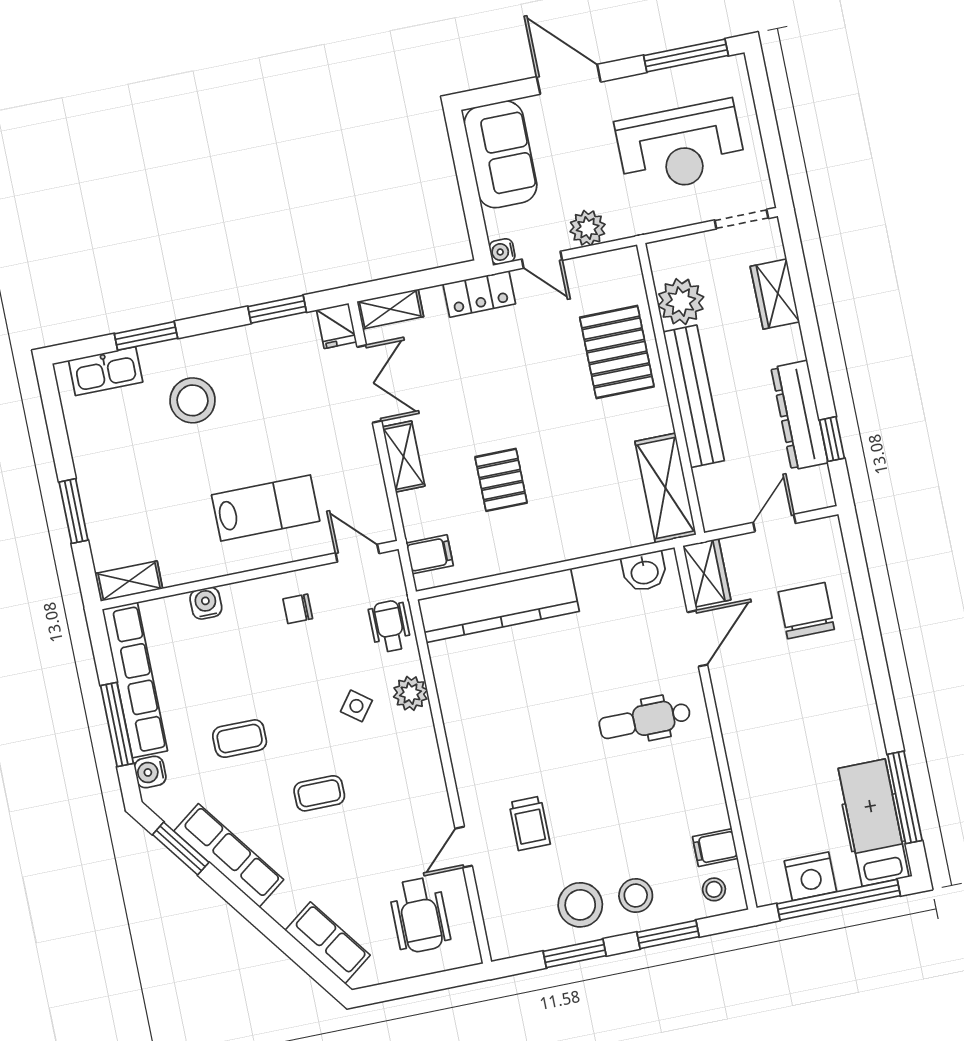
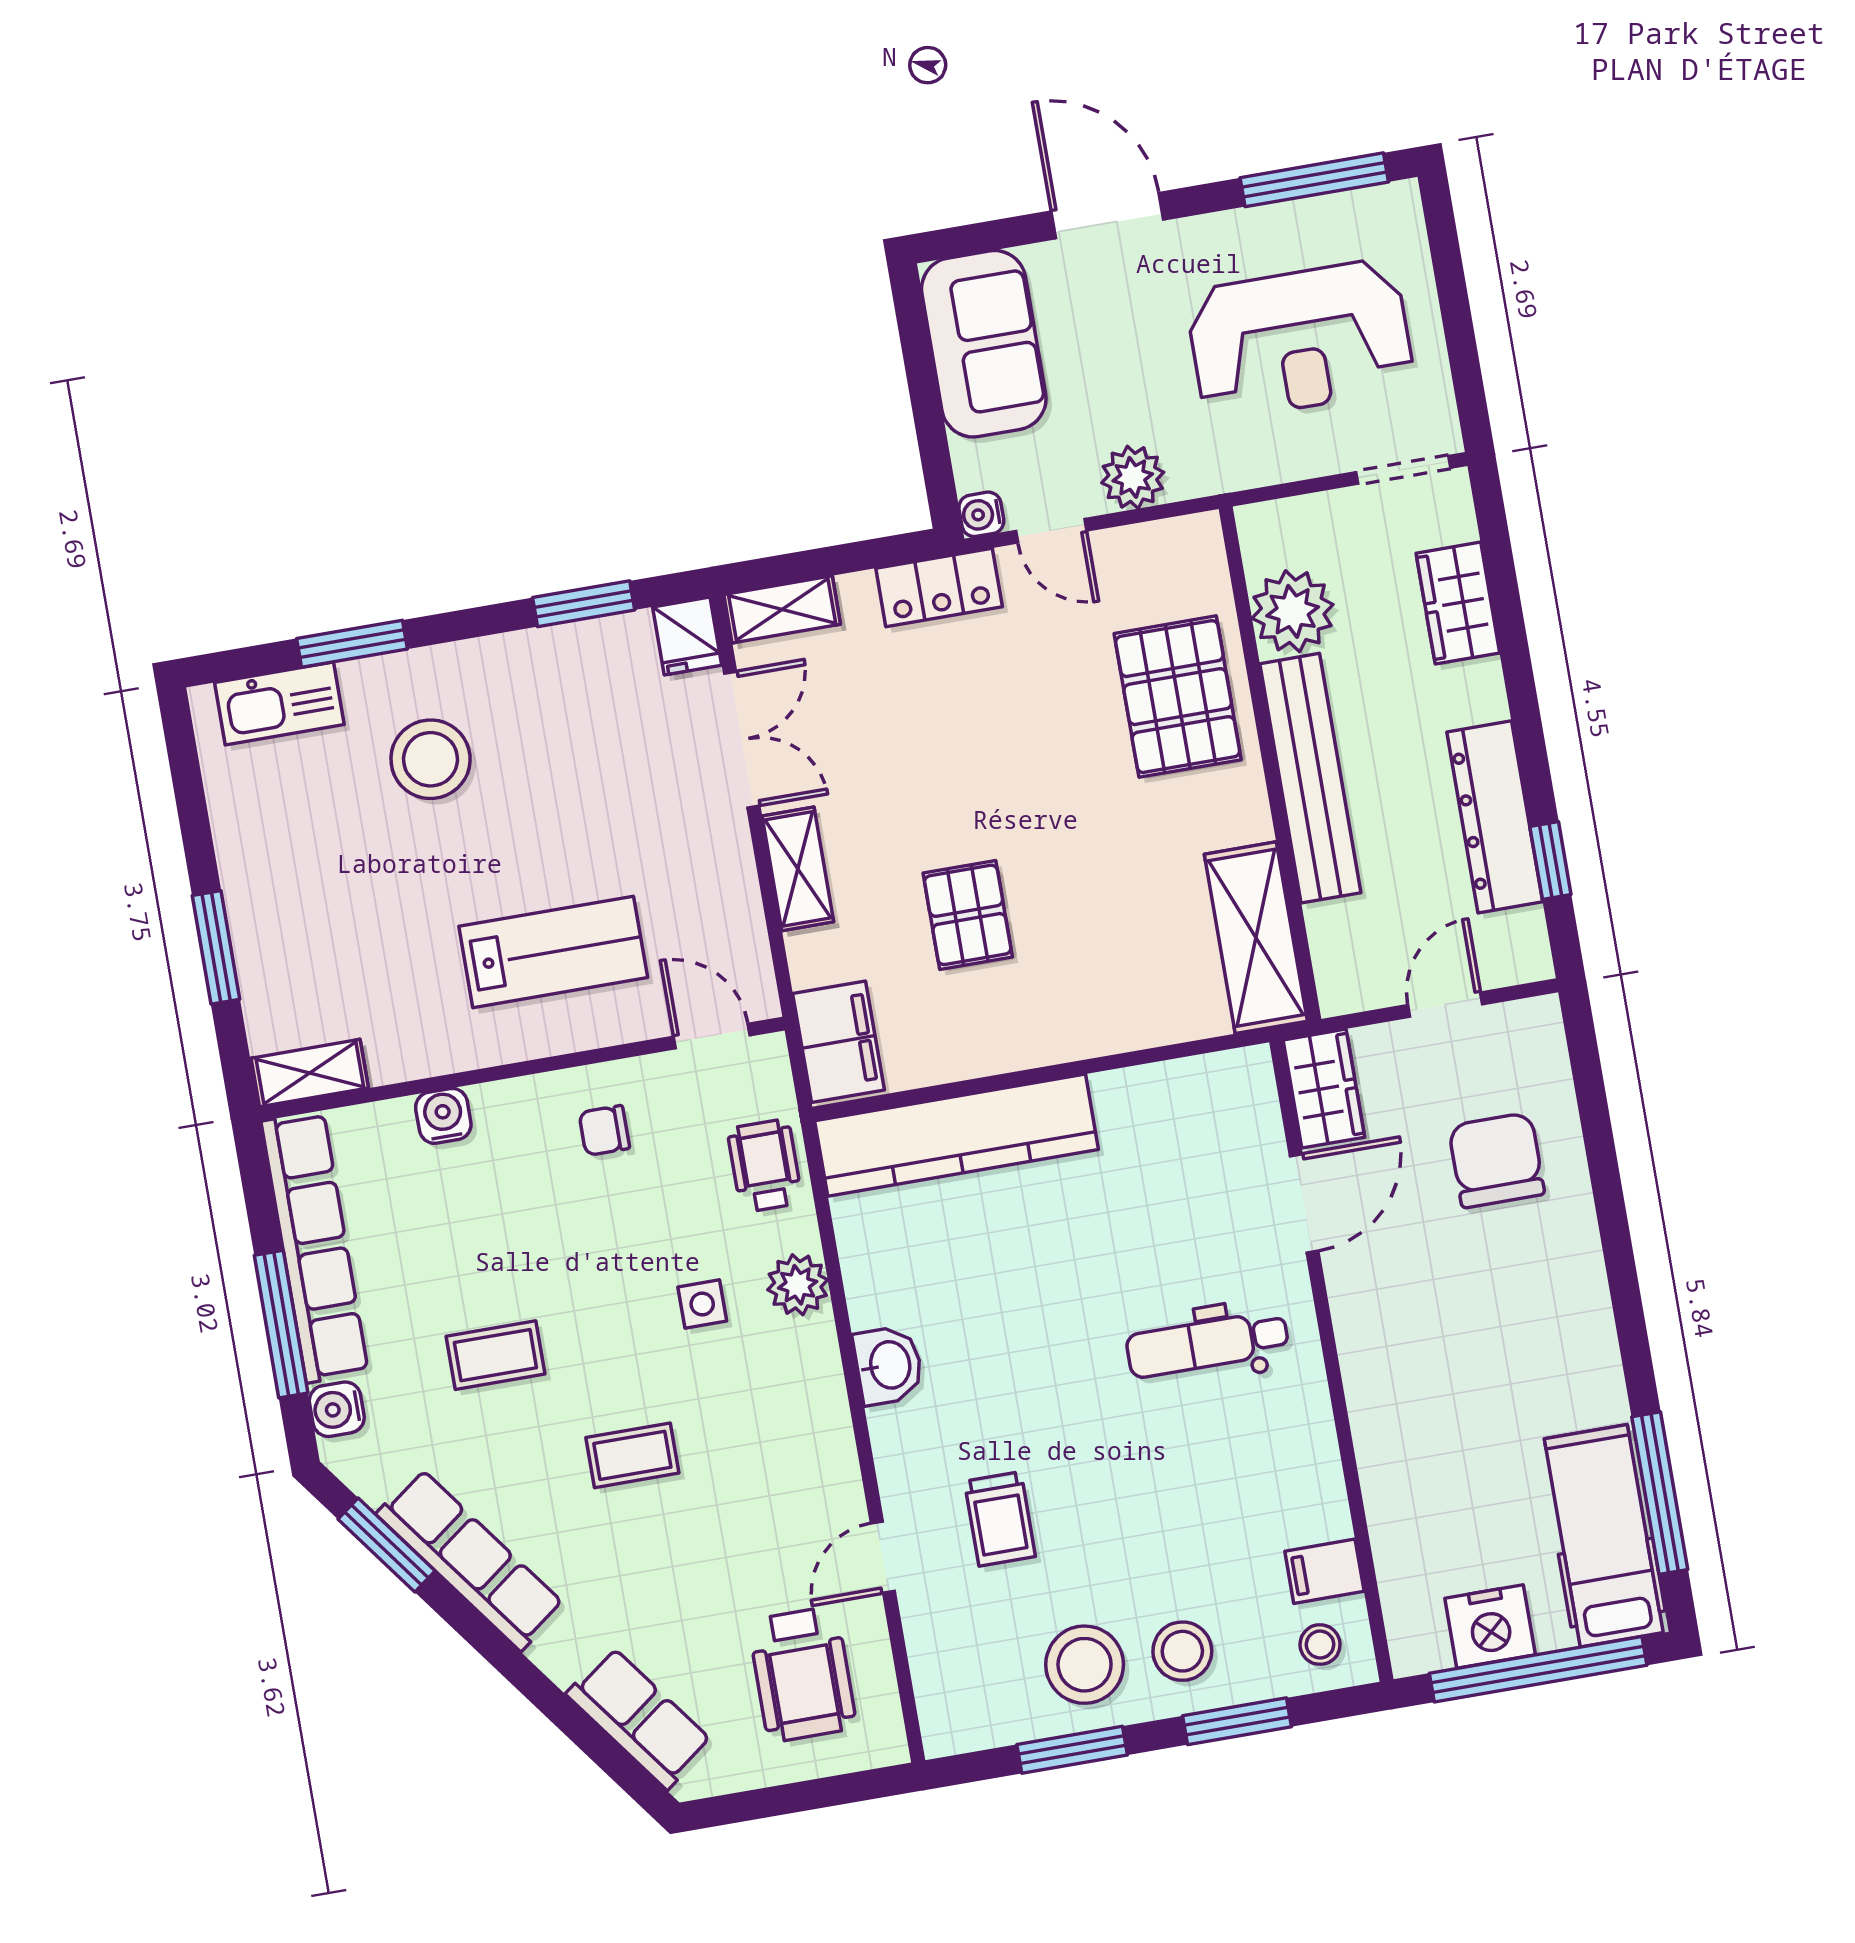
filing cabinet: (430, 554) -> (839, 1042), width x2.00
washbasin: (644, 572) -> (888, 1365), moved, turned -90
side table: (356, 706) -> (702, 1304), turned -37

